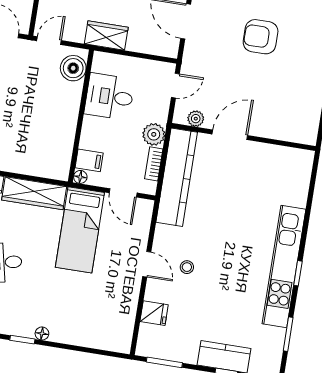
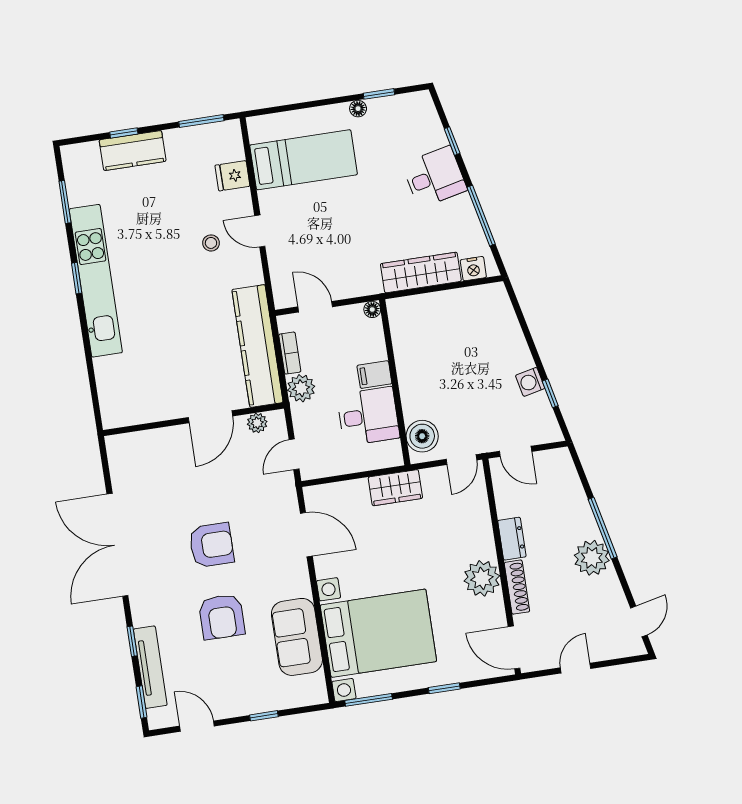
filing cabinet: (89, 160) -> (374, 375), moved
bed: (80, 230) -> (304, 160), moved, turned 90

